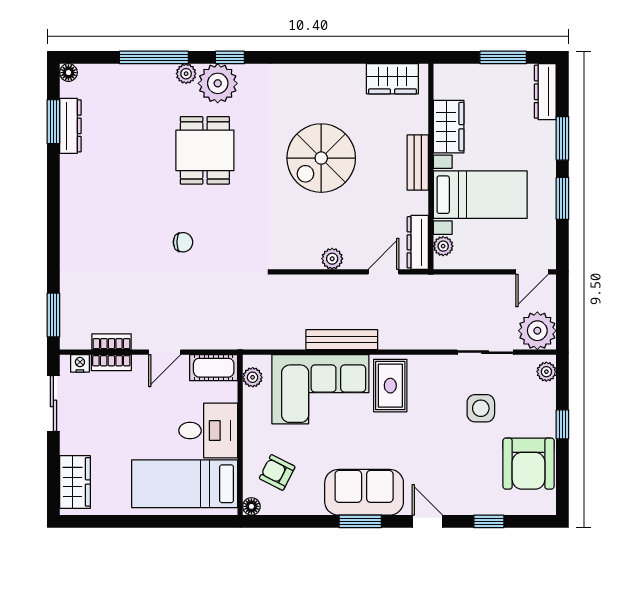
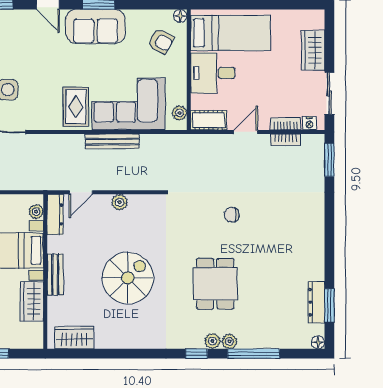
plant: (218, 83) -> (213, 341), width x0.53, depth x0.53
wardrobe: (75, 482) -> (313, 50), moved

